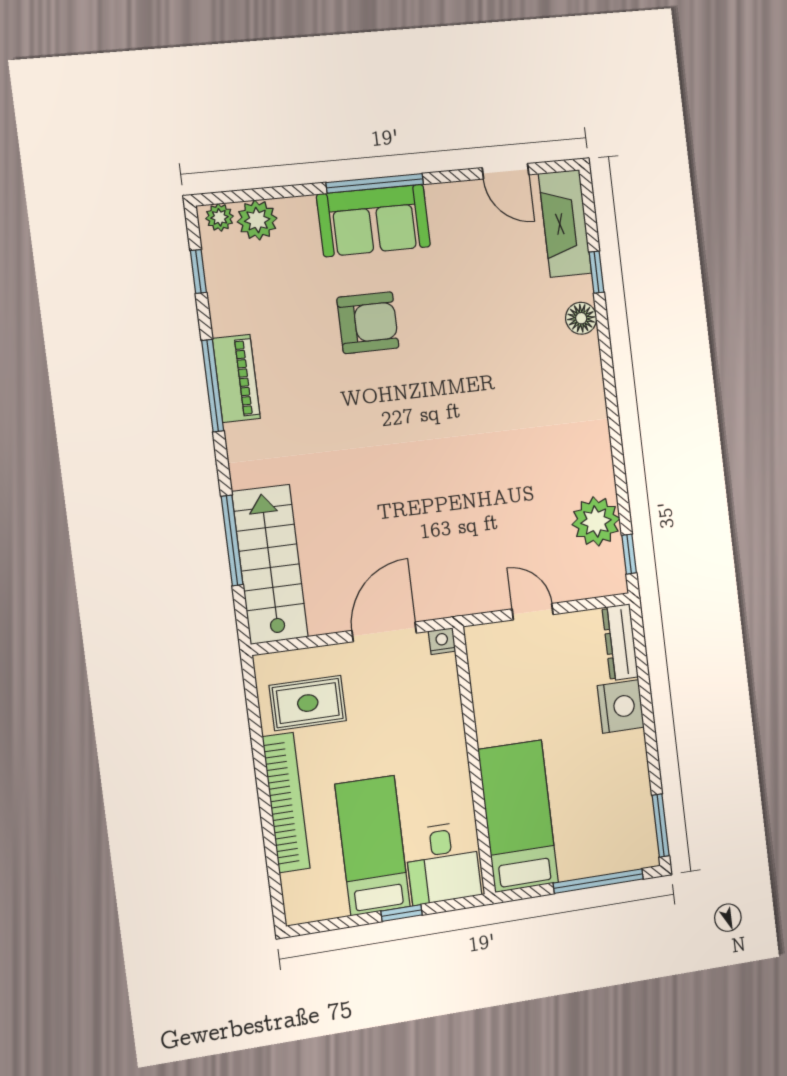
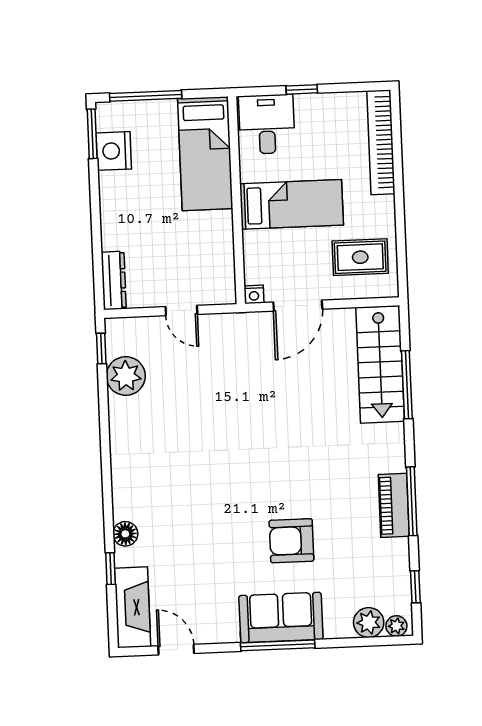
nightstand: (621, 706) -> (114, 151), moved
bookcase: (286, 803) -> (381, 142), moved
bed: (373, 846) -> (292, 204), moved, turned -90

